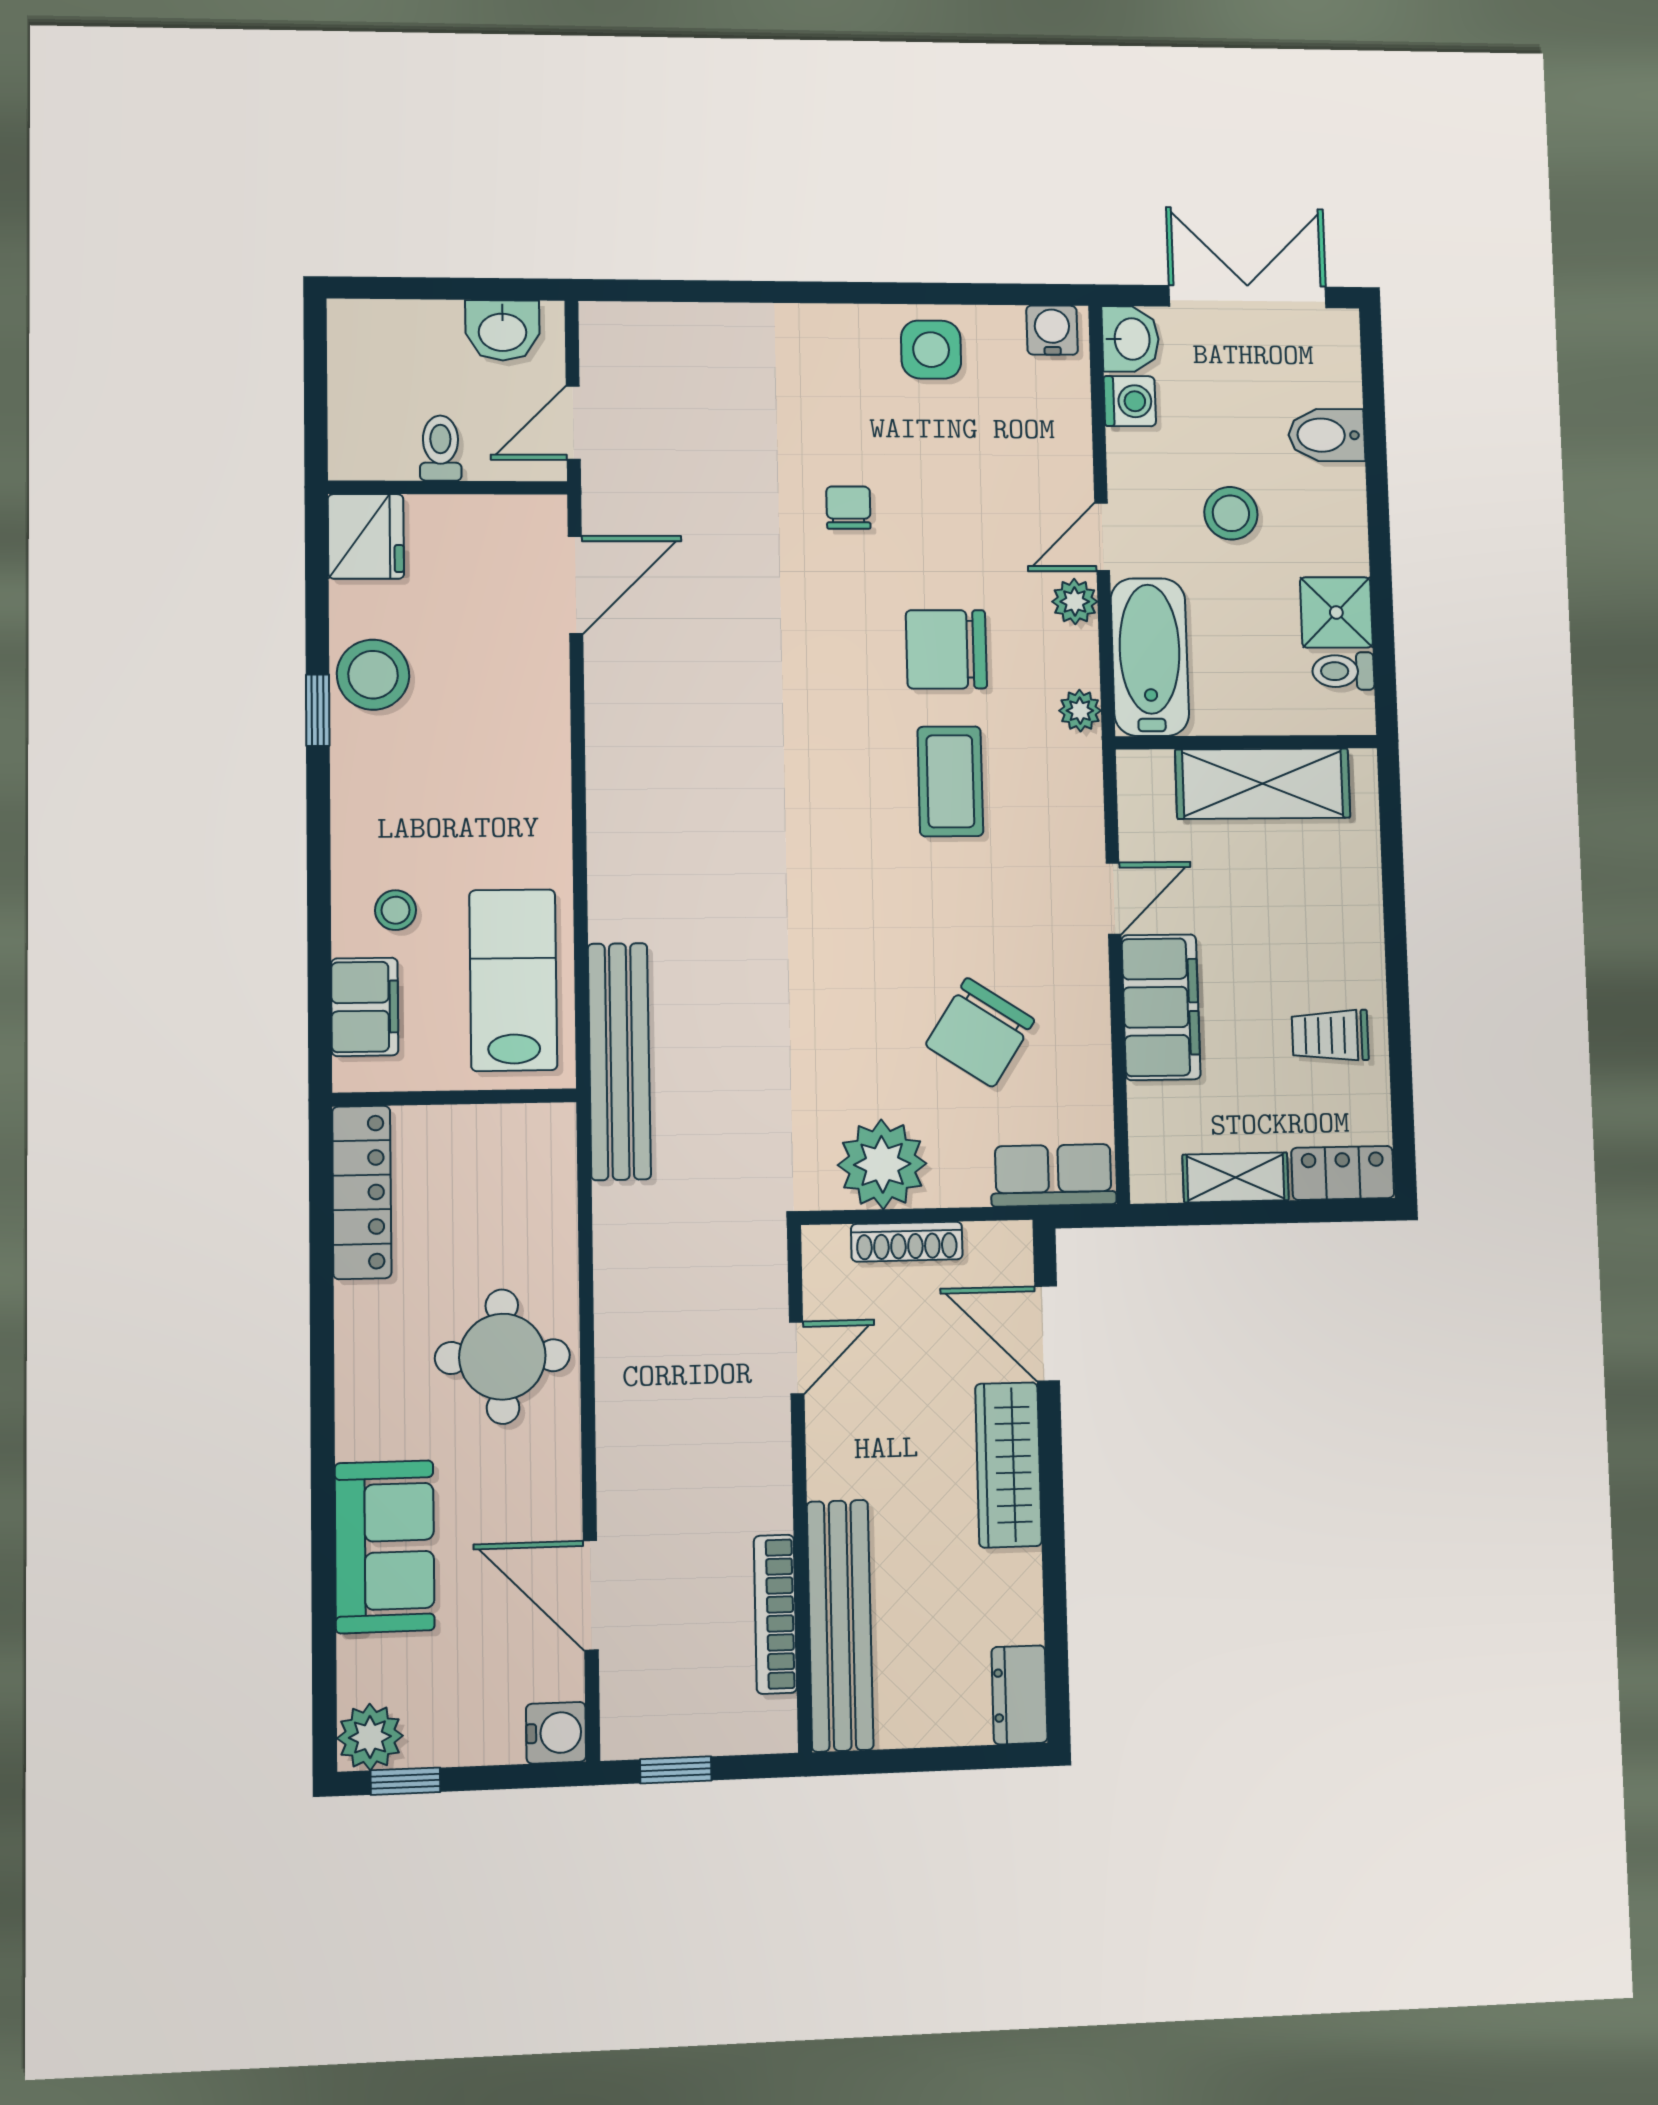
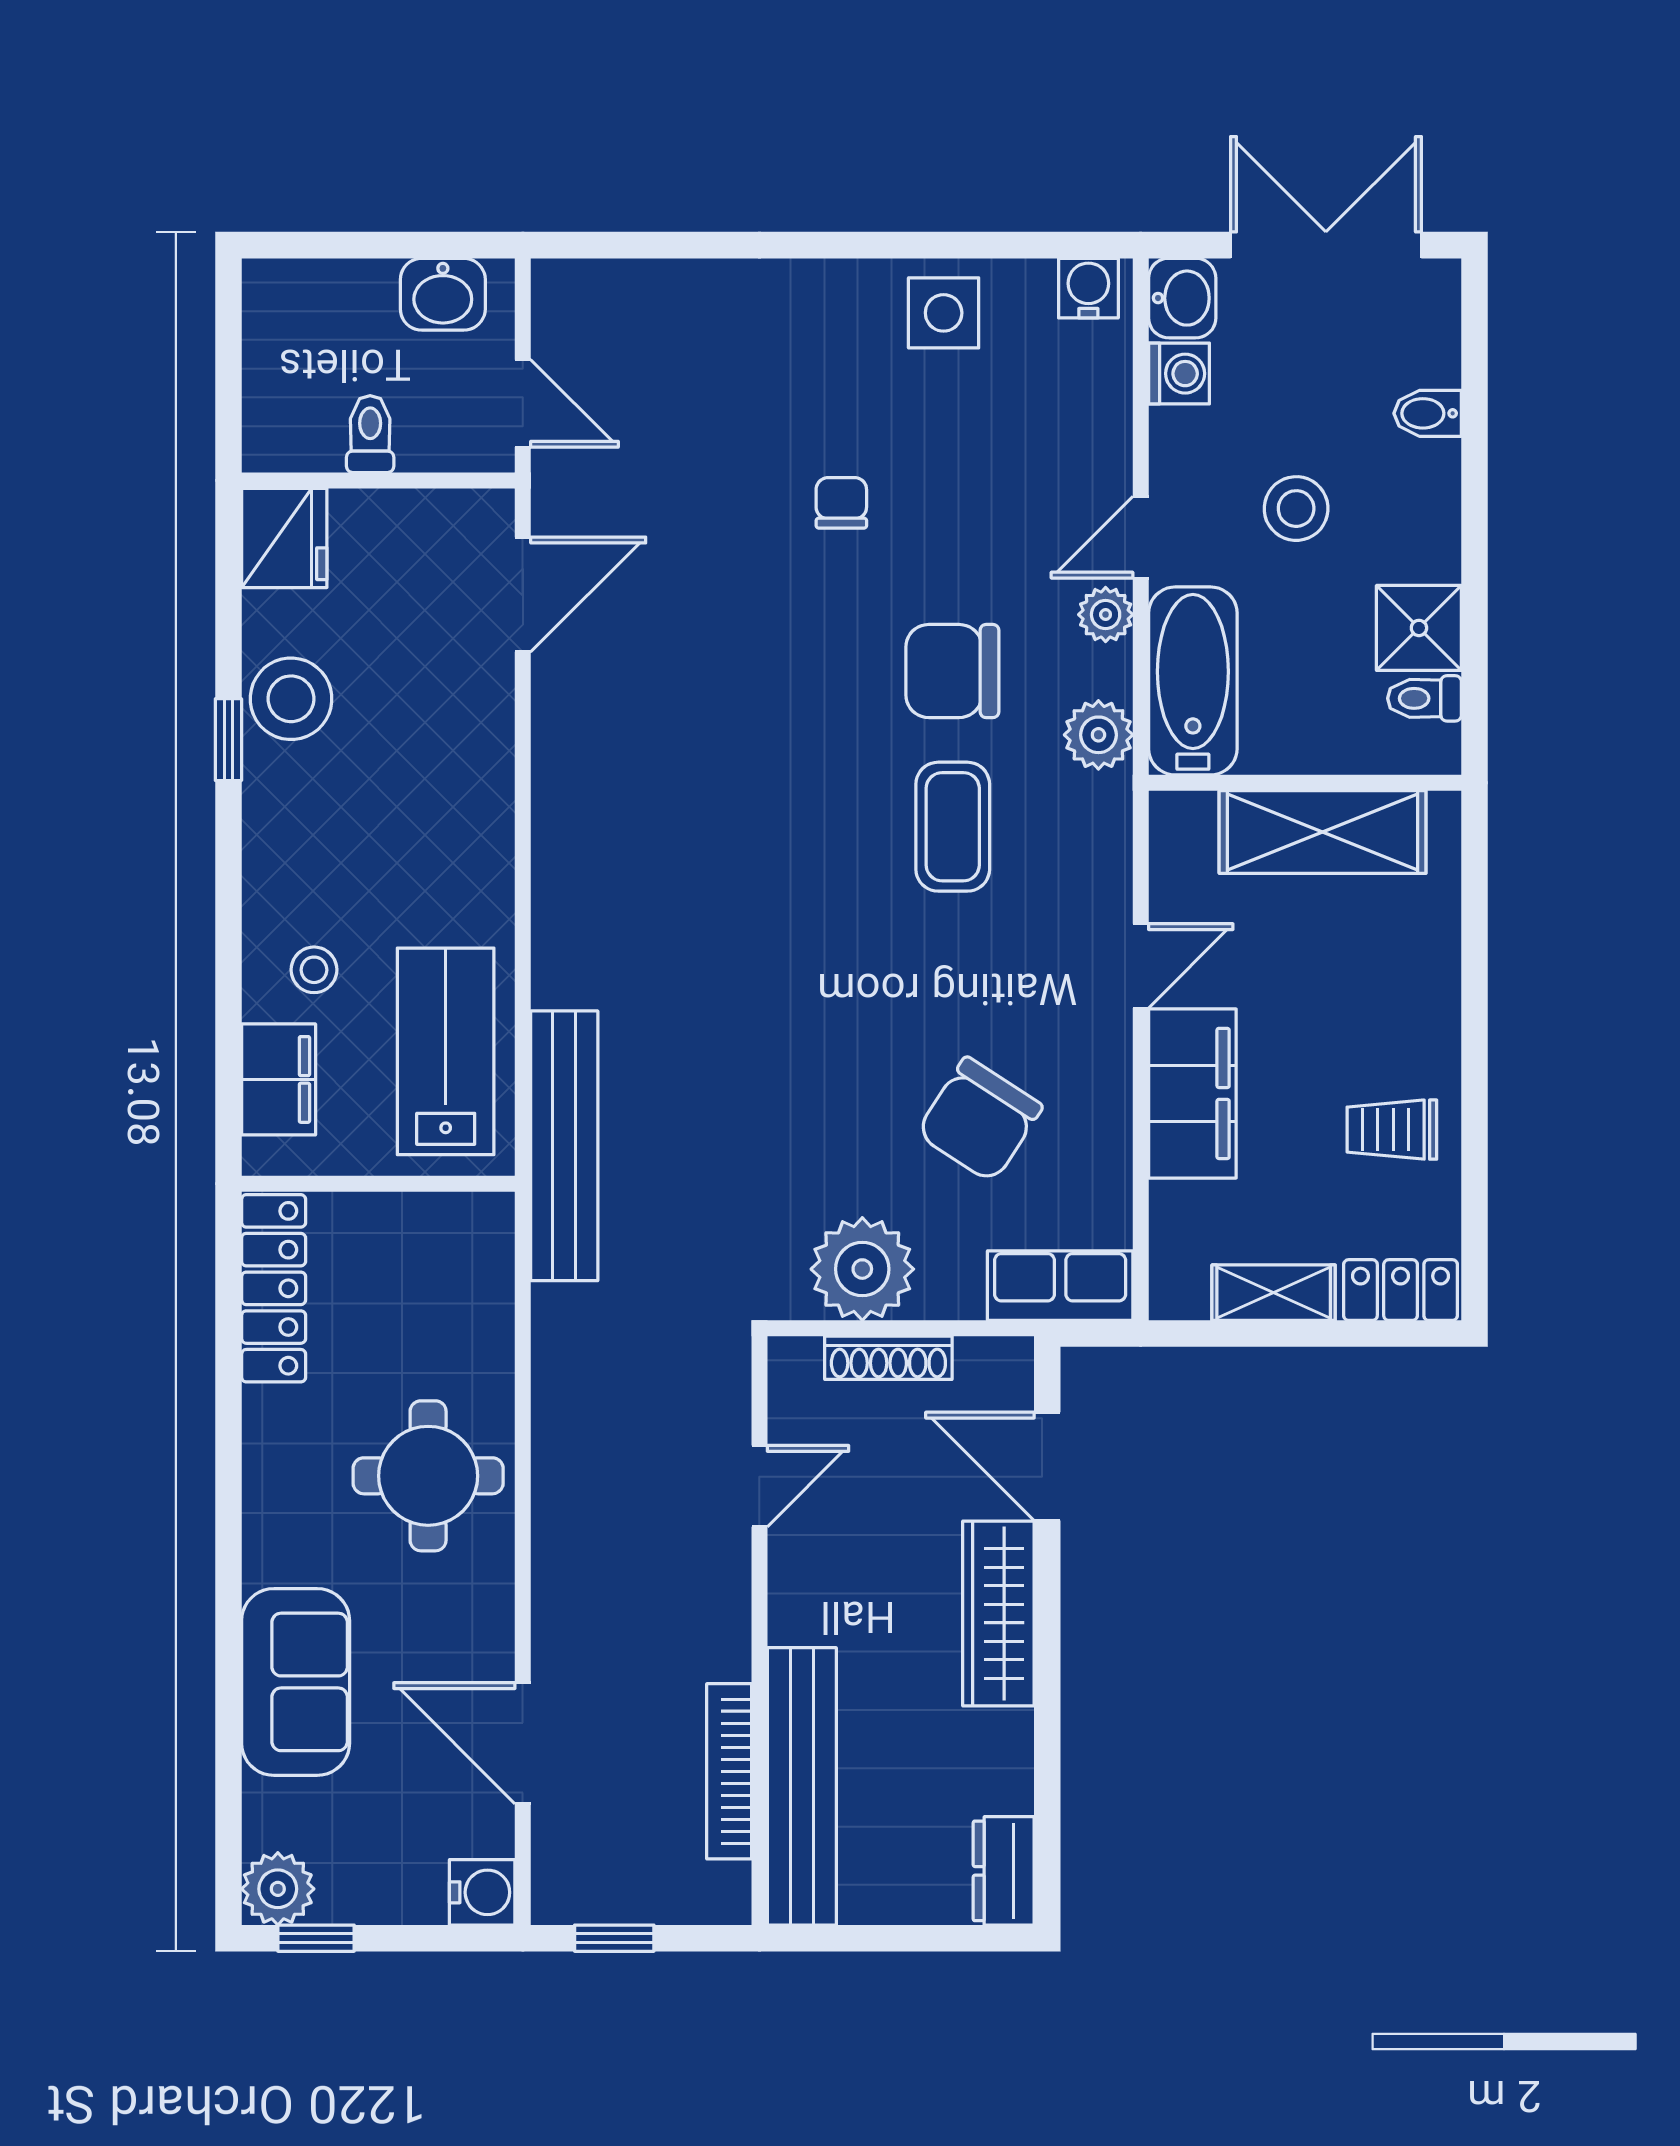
door: (573, 423) -> (523, 403), swing flipped
bidet: (1326, 435) -> (1428, 413), width x0.72, depth x0.74
plant: (1080, 711) -> (1098, 735), width x1.38, depth x1.38

